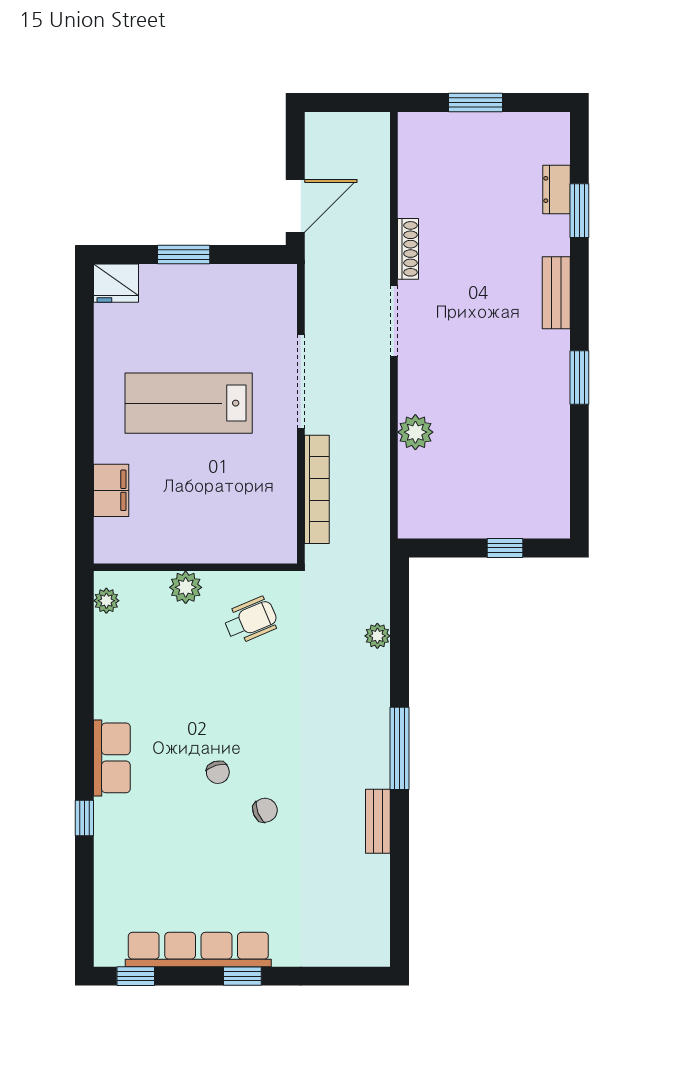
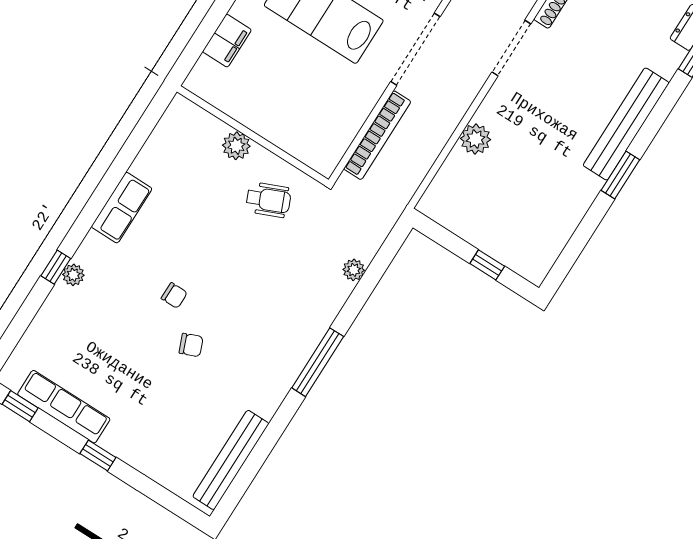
bench: (556, 293) -> (626, 124), width x1.86, depth x1.21
plant: (106, 601) -> (73, 275), moved
row of seats: (112, 758) -> (122, 208), moved
chair: (218, 772) -> (174, 296), turned -74
bench: (378, 821) -> (231, 460), moved, width x1.86, depth x1.21
row of seats: (198, 949) -> (64, 407), width x0.73

